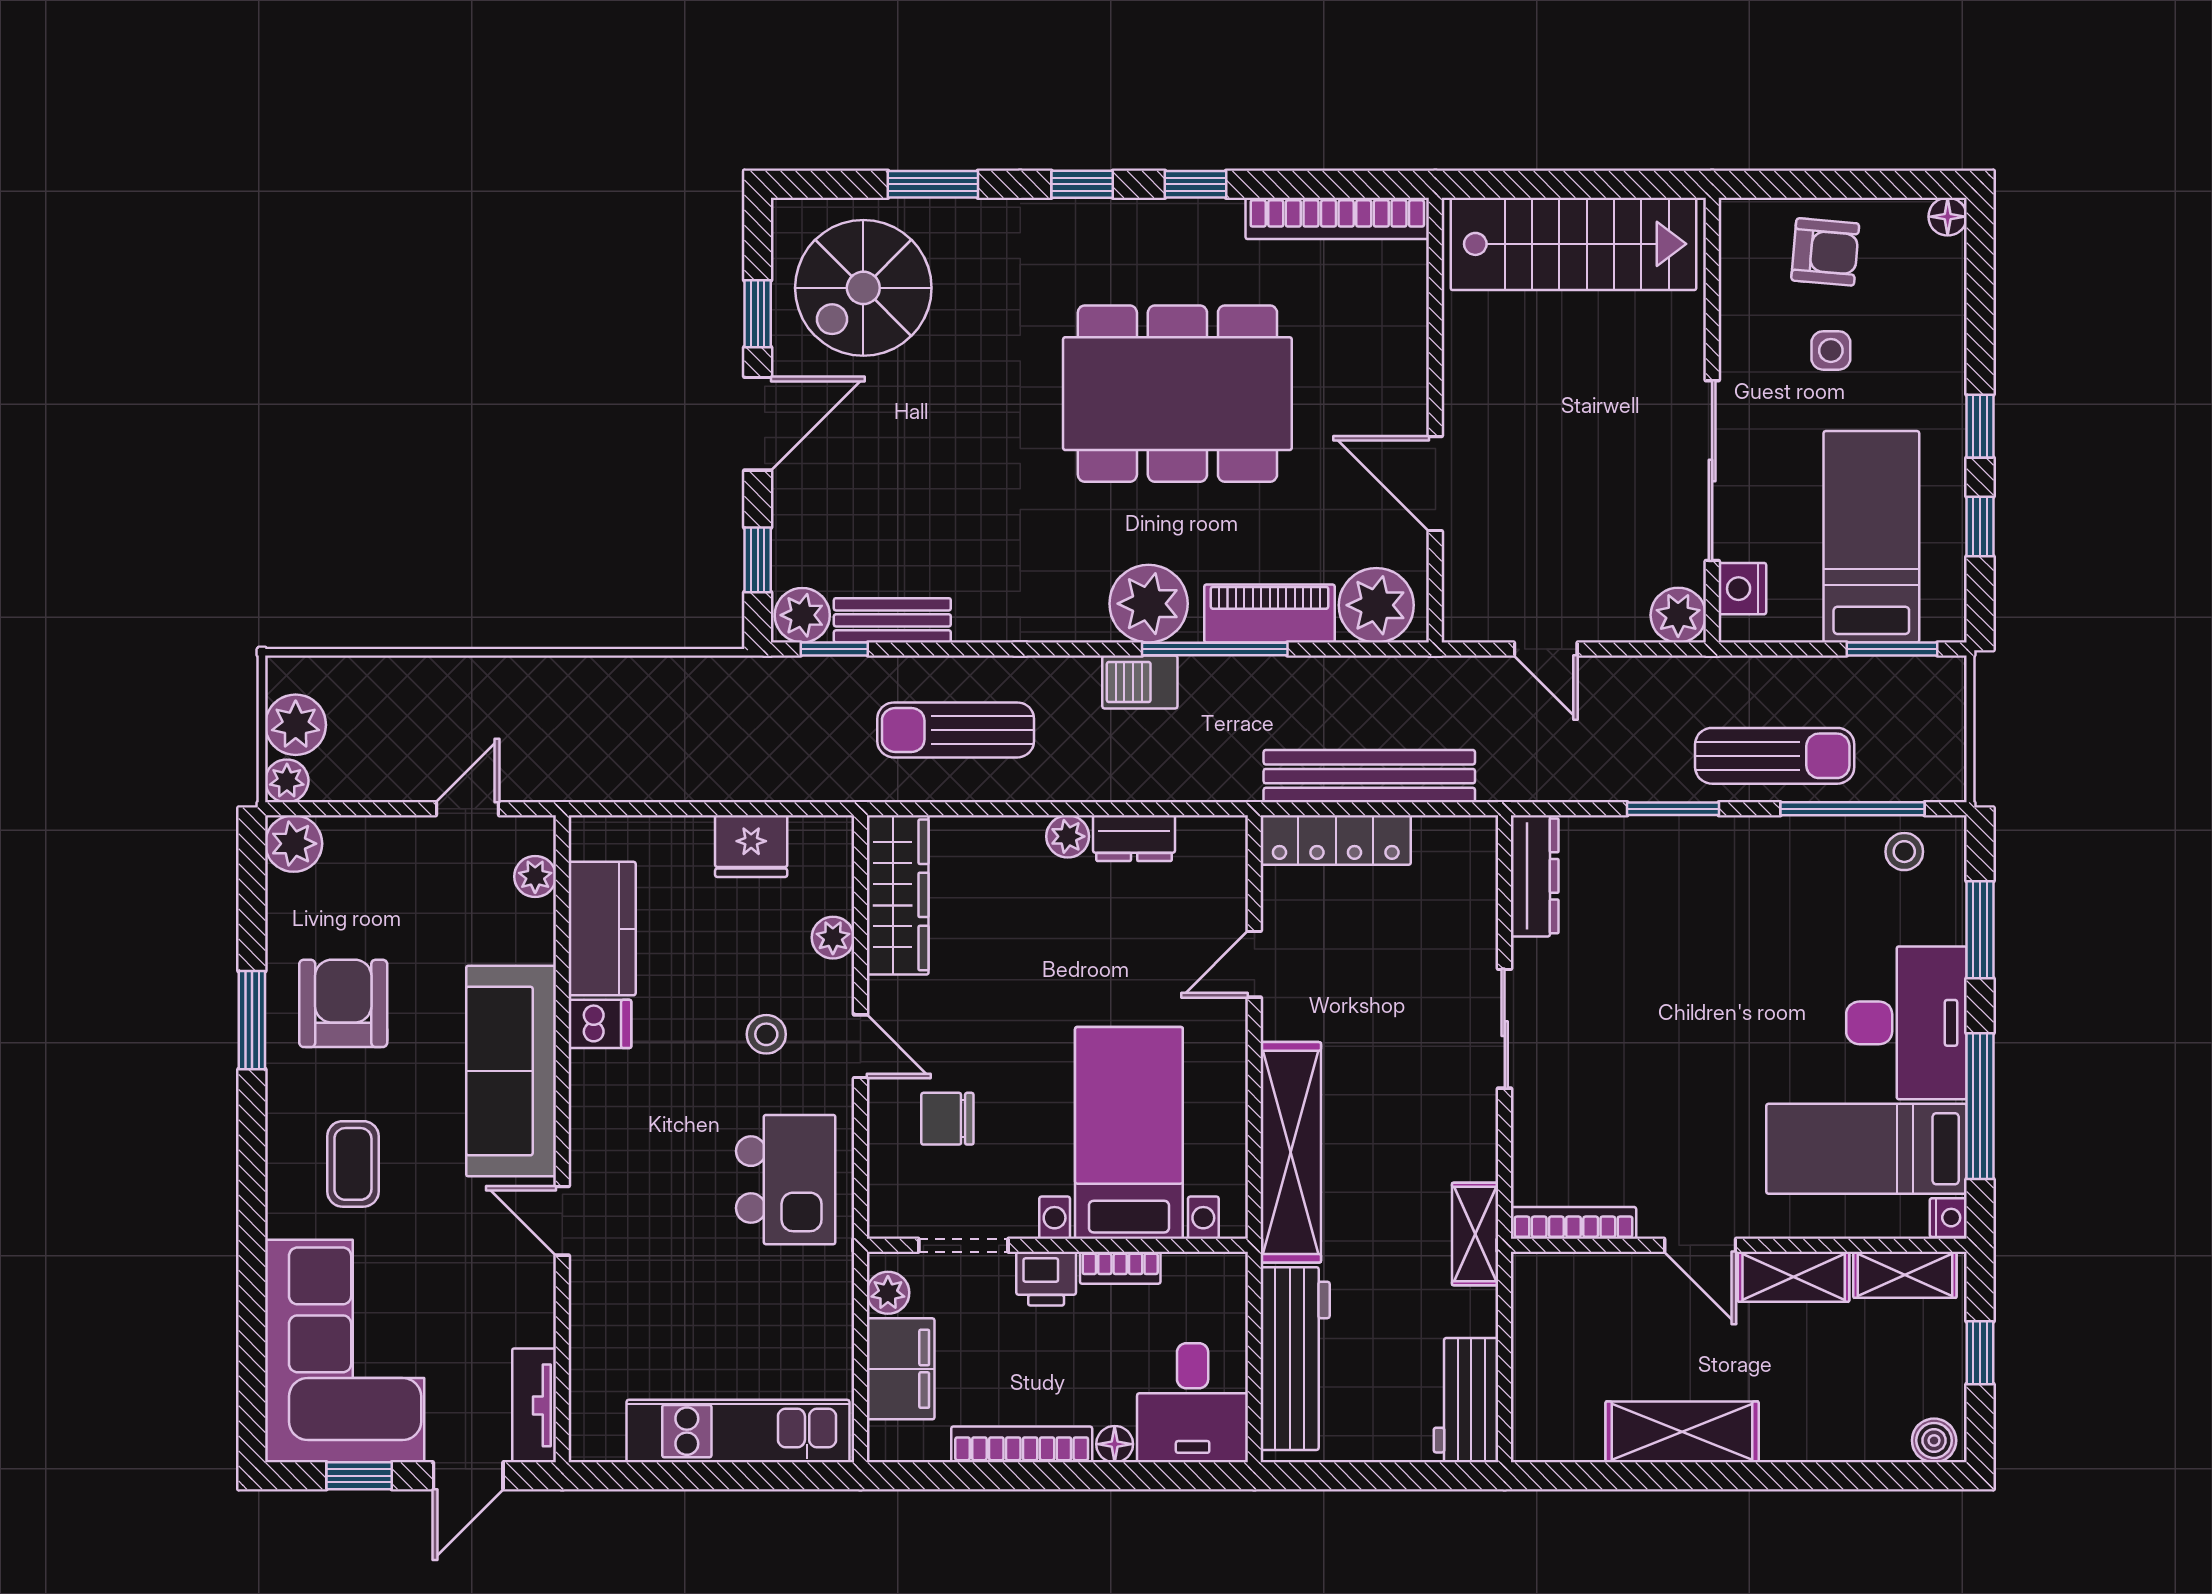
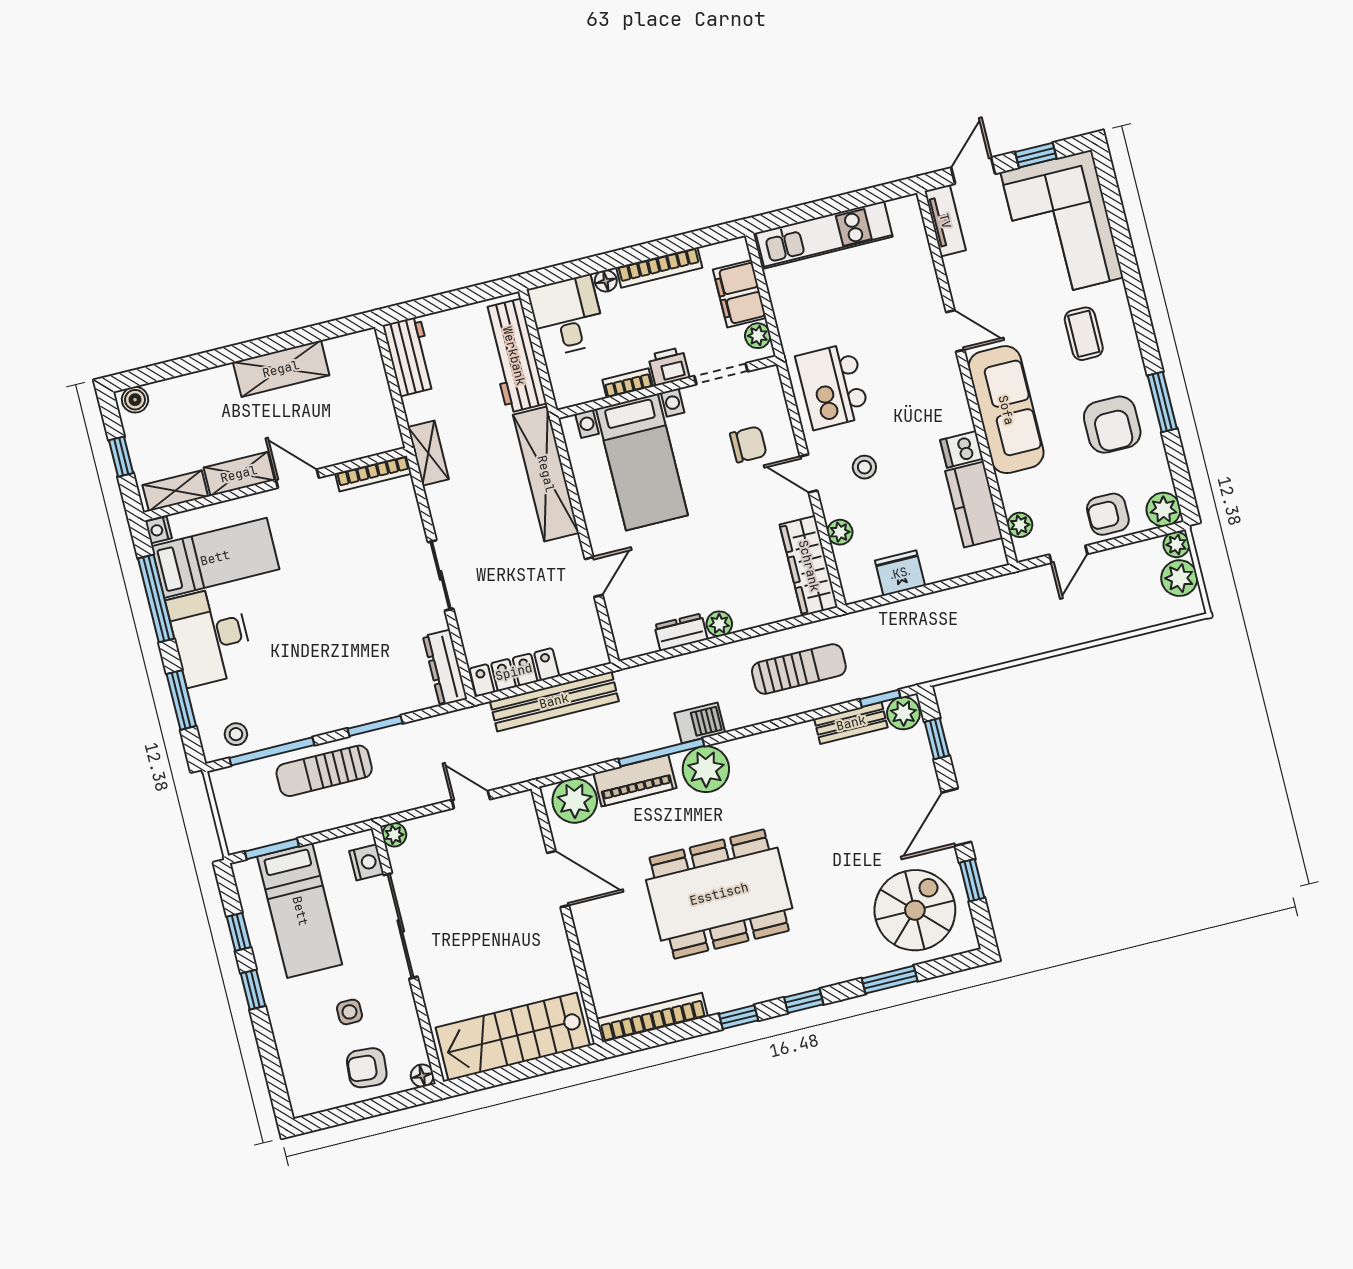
floor lamp: (1948, 217) -> (422, 1076), moved
plant: (1678, 615) -> (394, 835), width x0.73, depth x0.73
locker: (1336, 840) -> (514, 672), moved
armchair: (387, 858) -> (1108, 514), added

